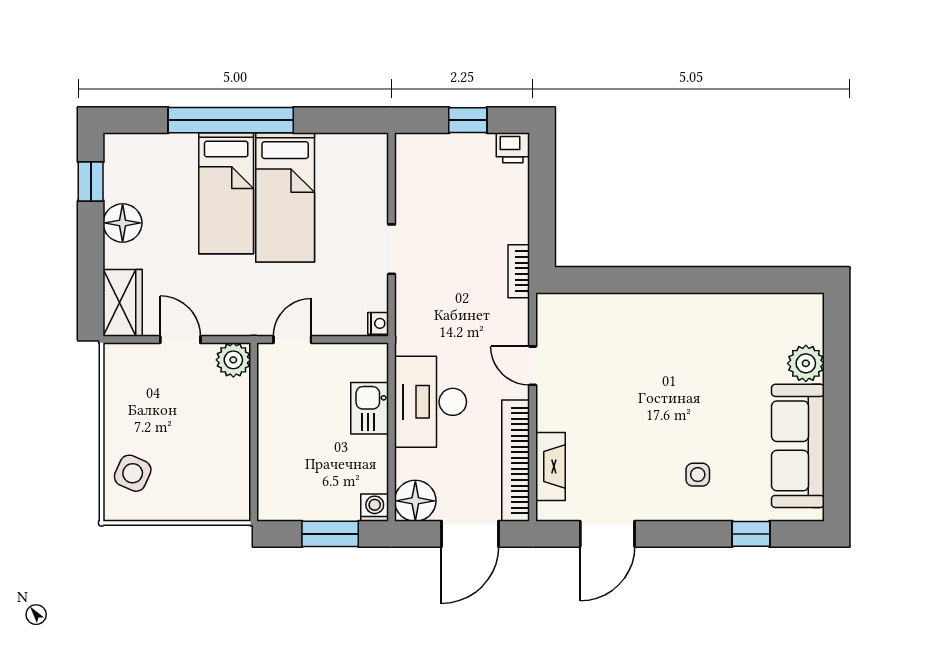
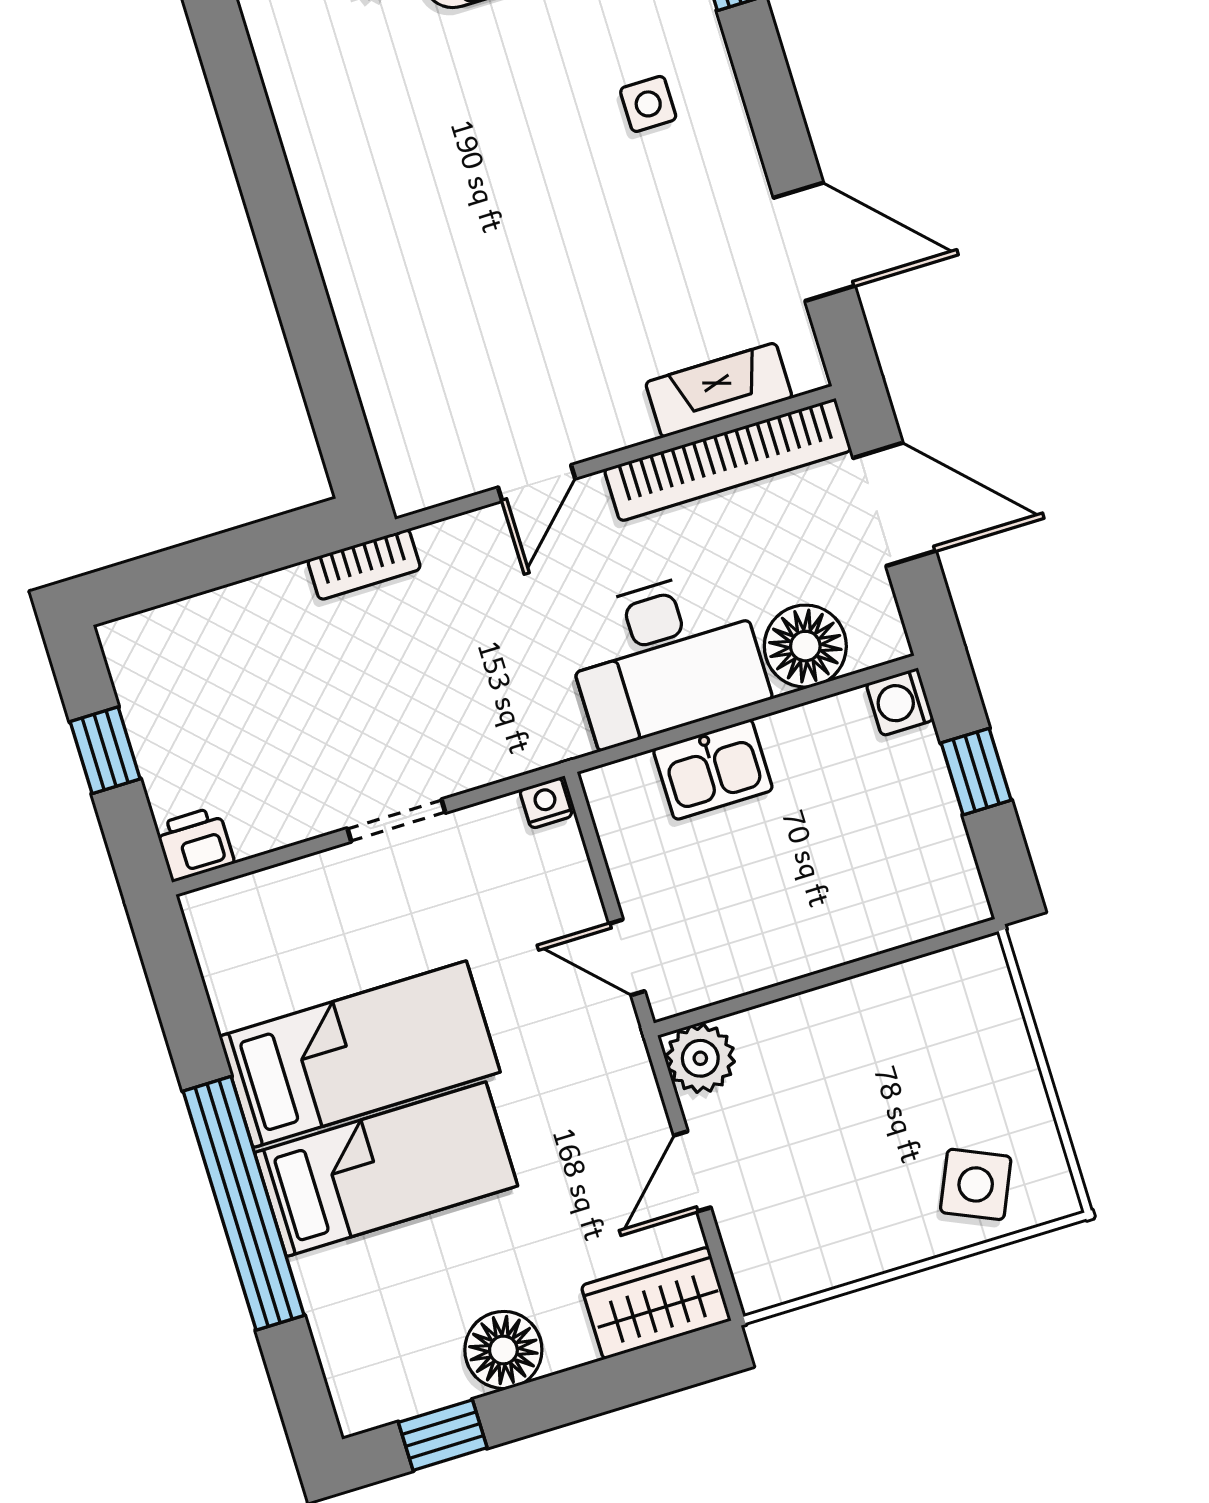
printer: (513, 148) -> (195, 844), moved, turned -90
floor lamp: (415, 501) -> (805, 646), moved
window: (330, 534) -> (976, 772), width x0.67

